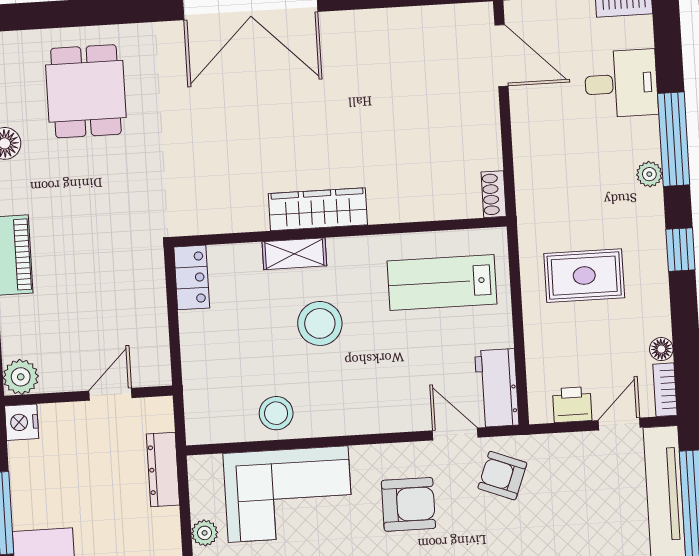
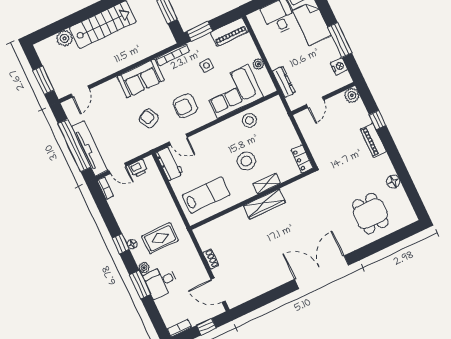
desk: (621, 84) -> (161, 282), moved
window: (674, 139) -> (140, 285), width x0.69
shoe rack: (494, 194) -> (211, 259), moved
rug: (584, 276) -> (160, 238), moved
floor lamp: (661, 349) -> (132, 244), moved
nightstand: (22, 422) -> (339, 66), moved
door: (619, 424) -> (118, 168), hinge flipped
armchair: (502, 476) -> (149, 118), moved, turned -139

